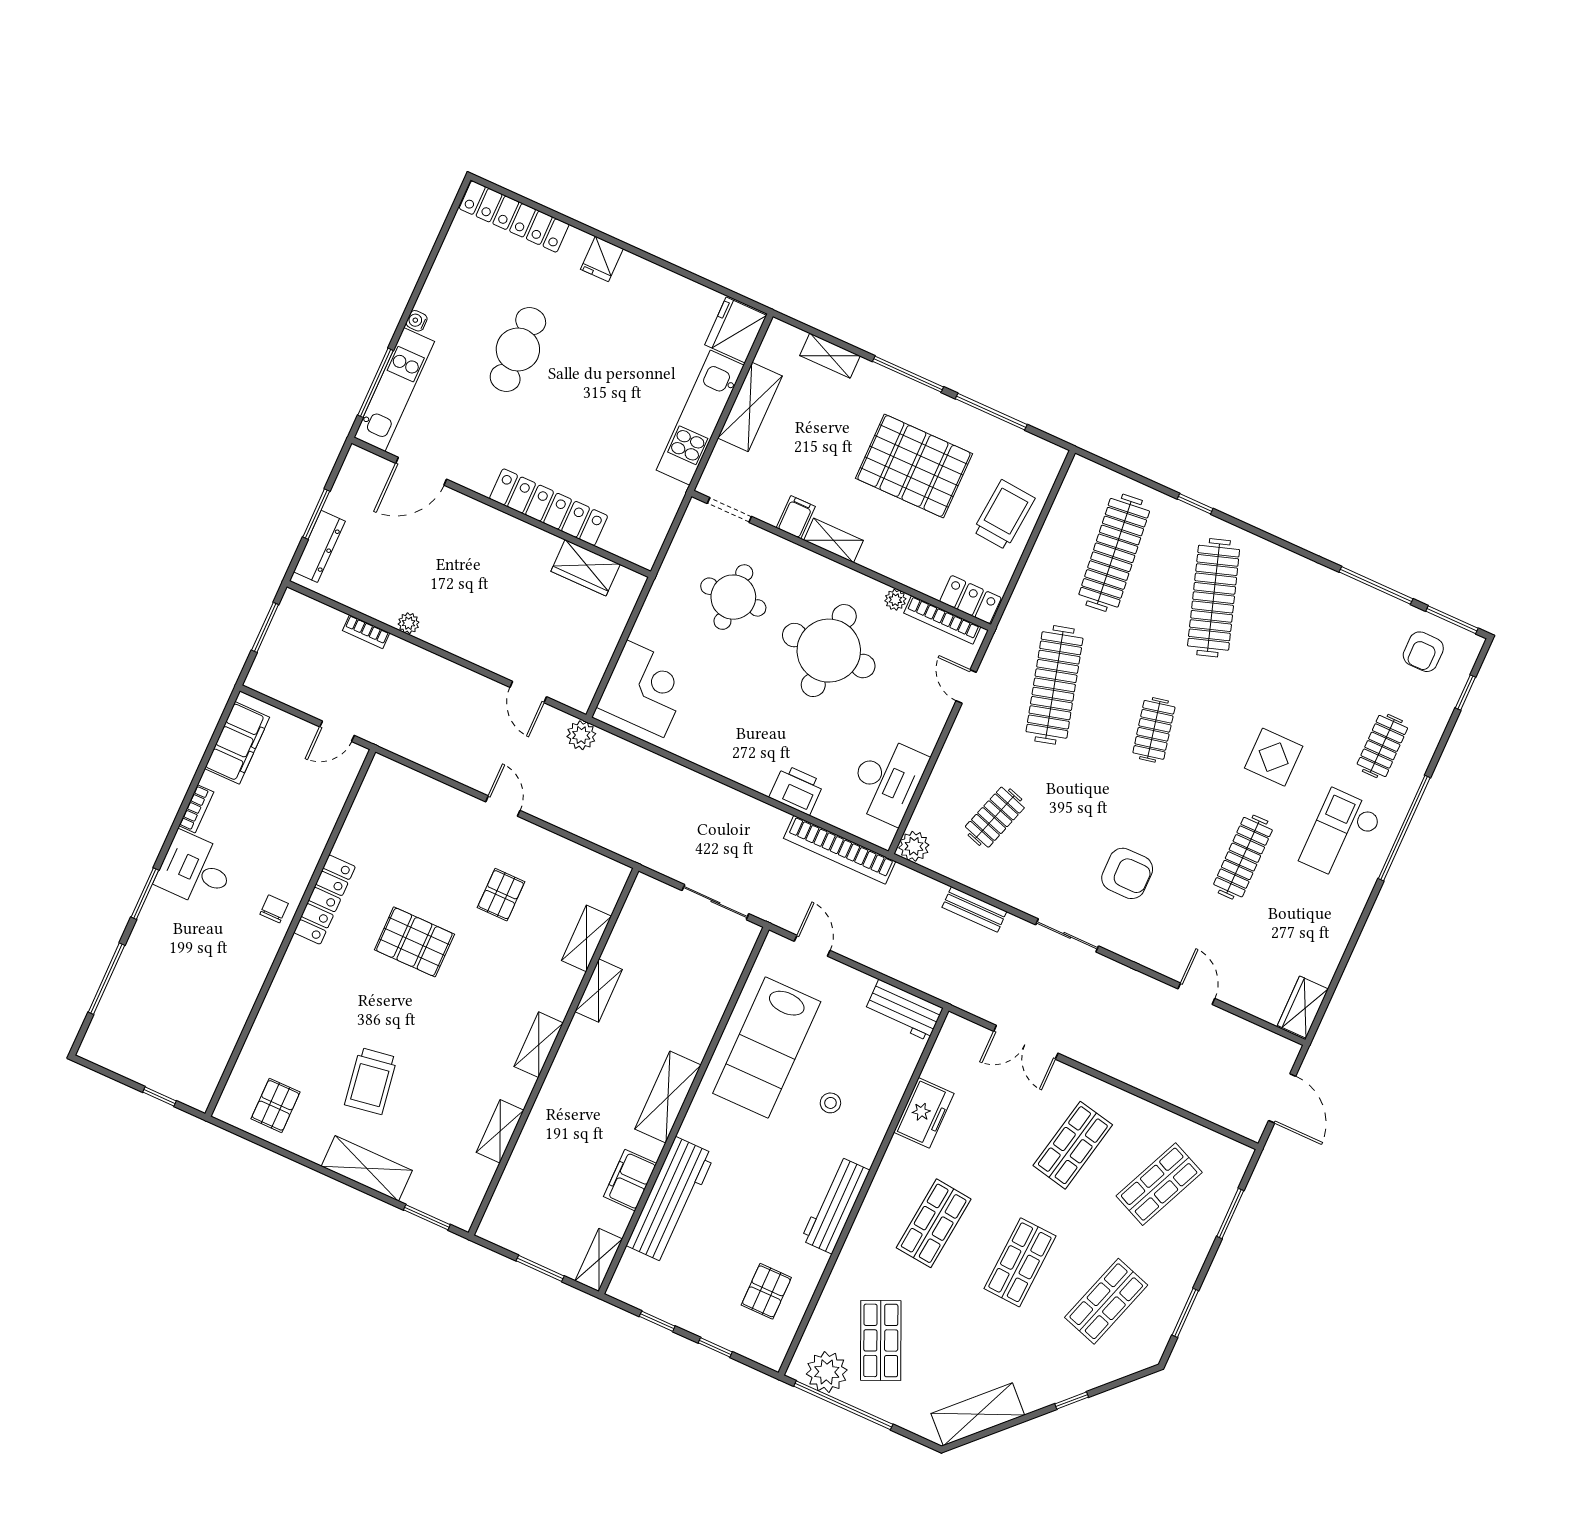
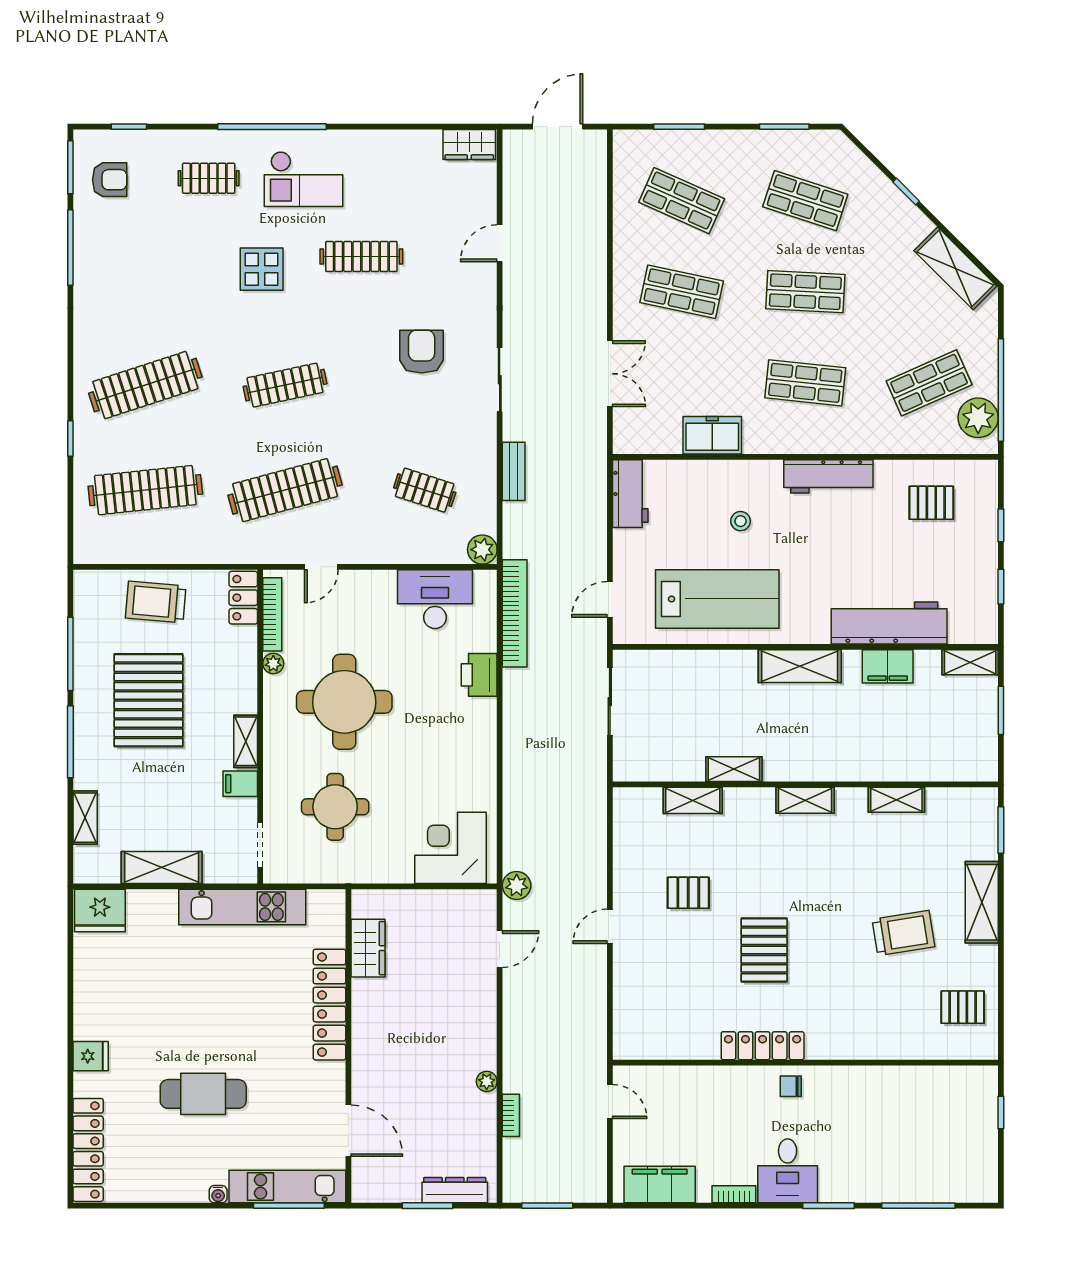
kitchen unit: (700, 418) -> (242, 907), moved
clothes rail: (1154, 730) -> (285, 385), width x1.36

